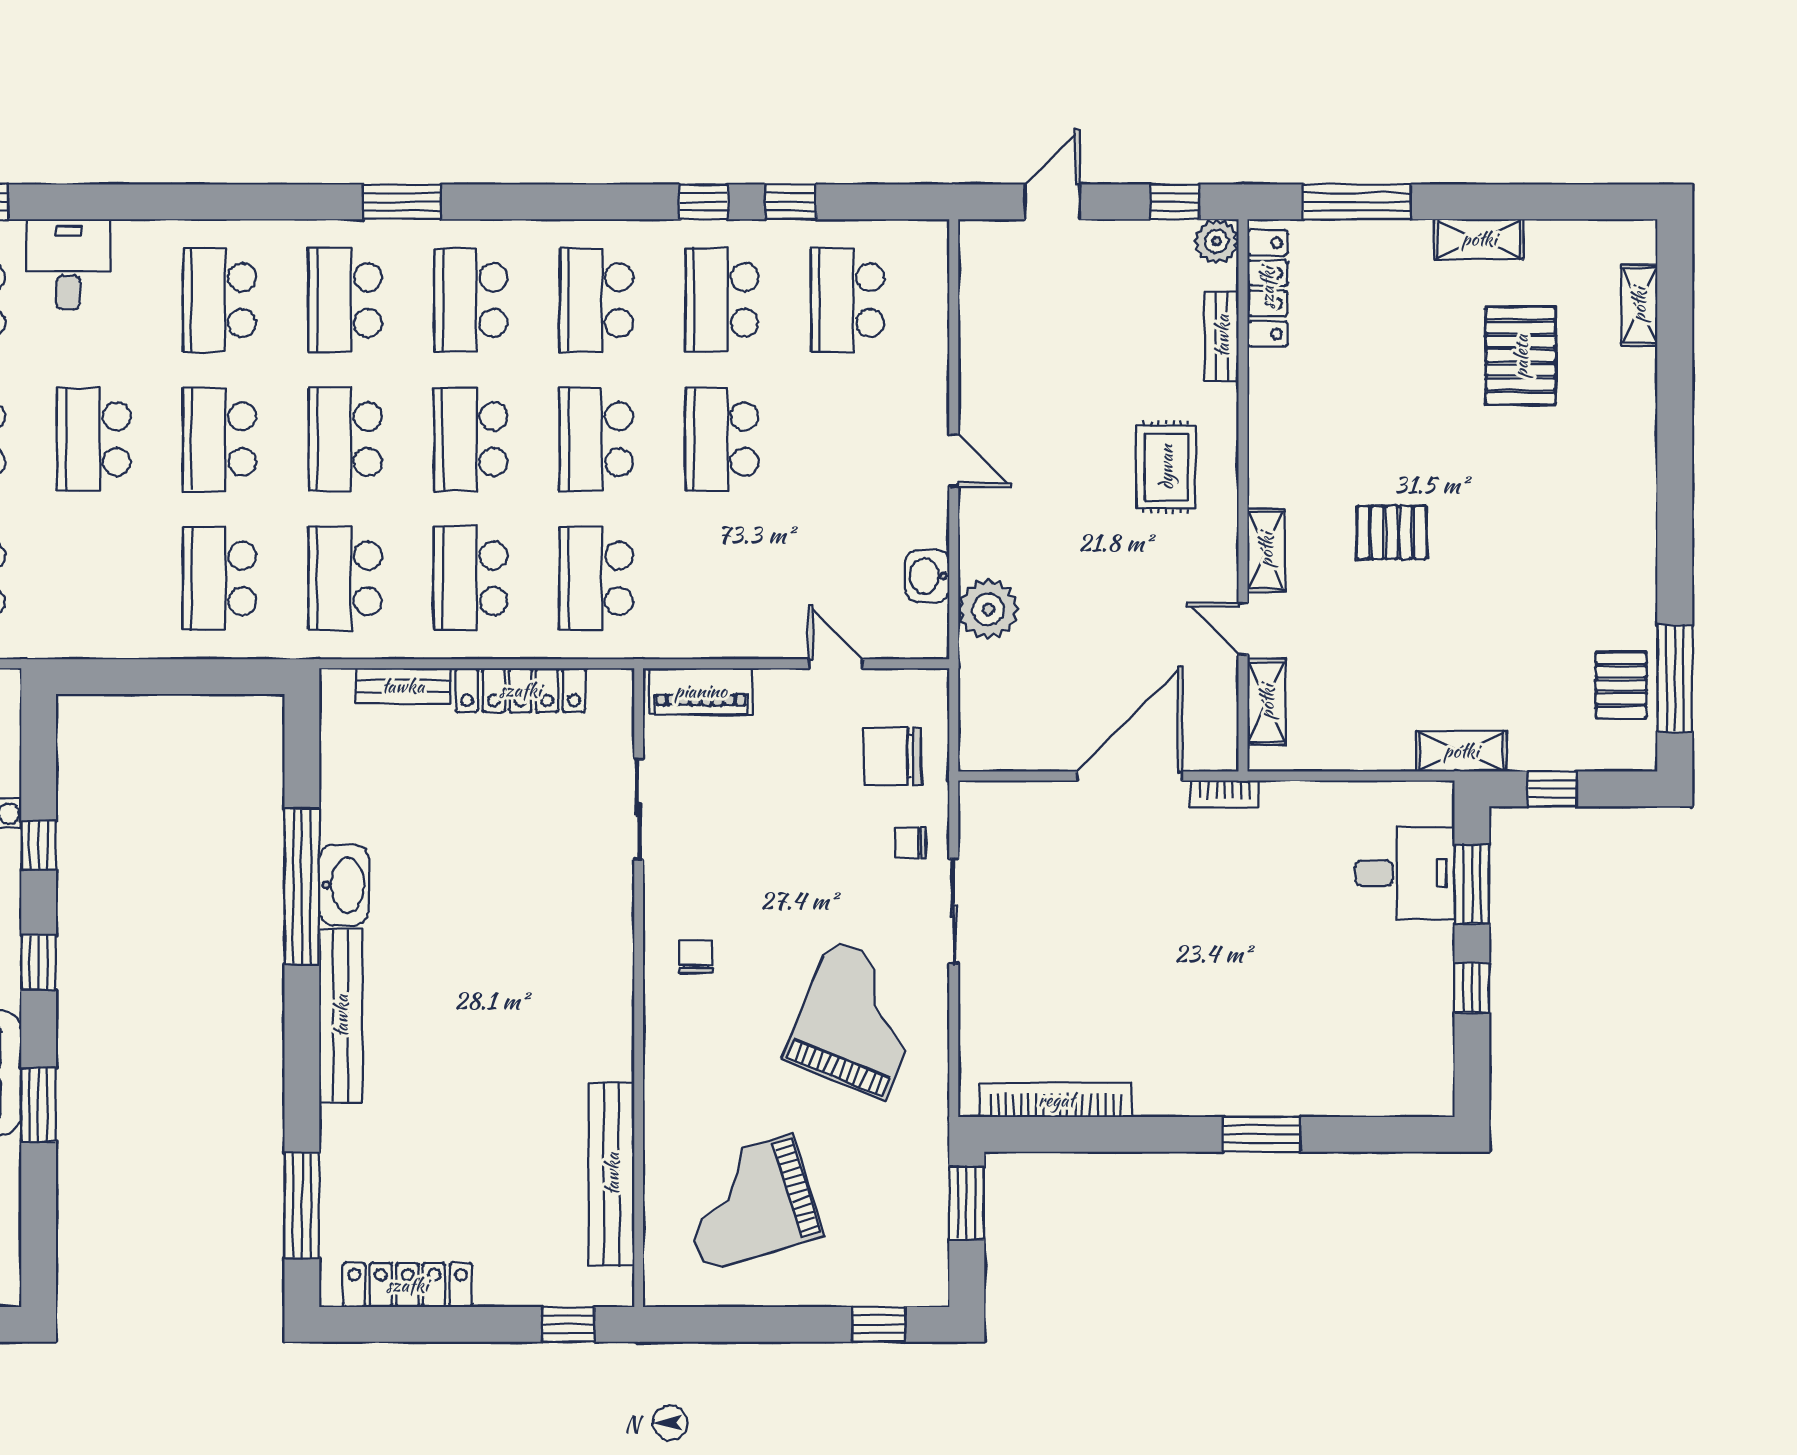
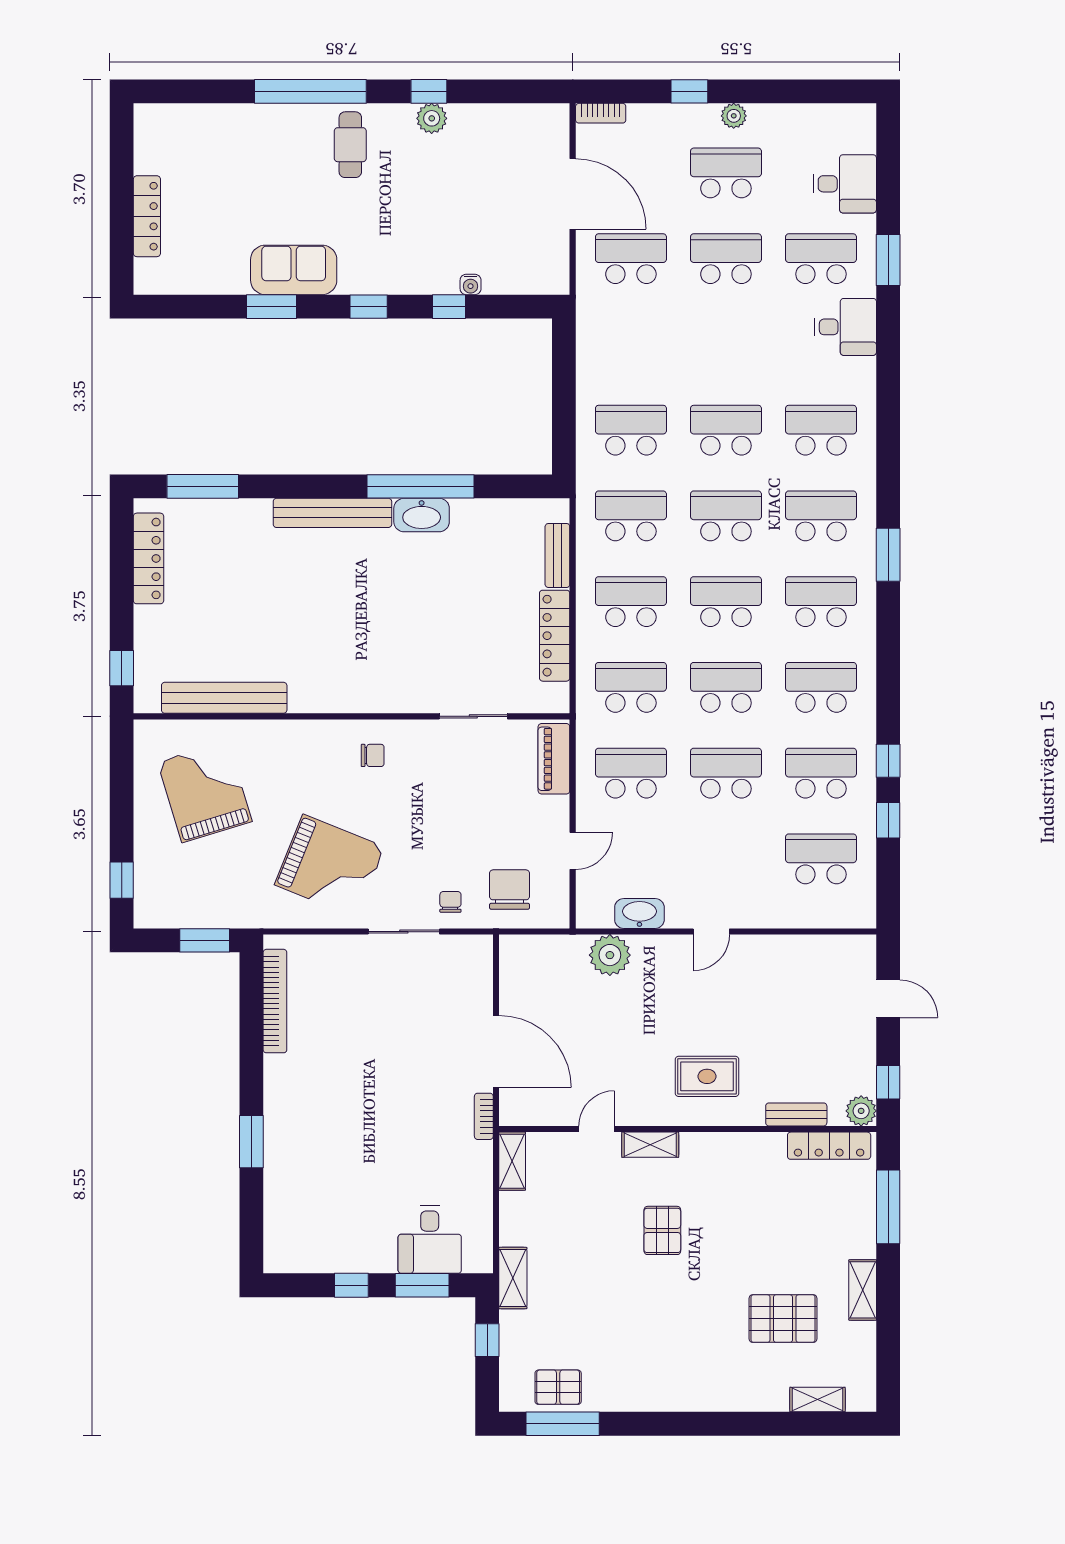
school desk: (94, 439) -> (631, 773), moved
washbasin: (927, 576) -> (639, 913), width x1.38
shelving: (1267, 702) -> (512, 1161), moved, turned 90

